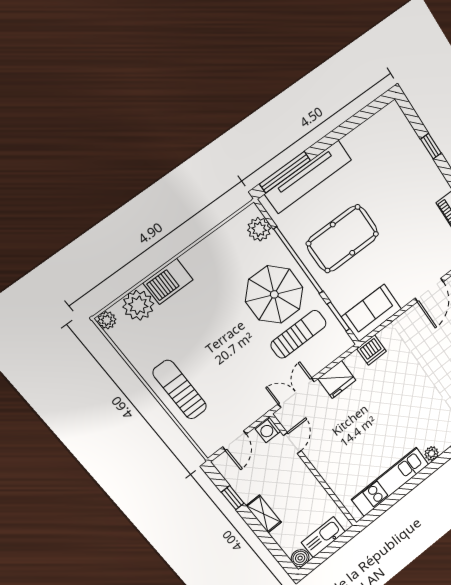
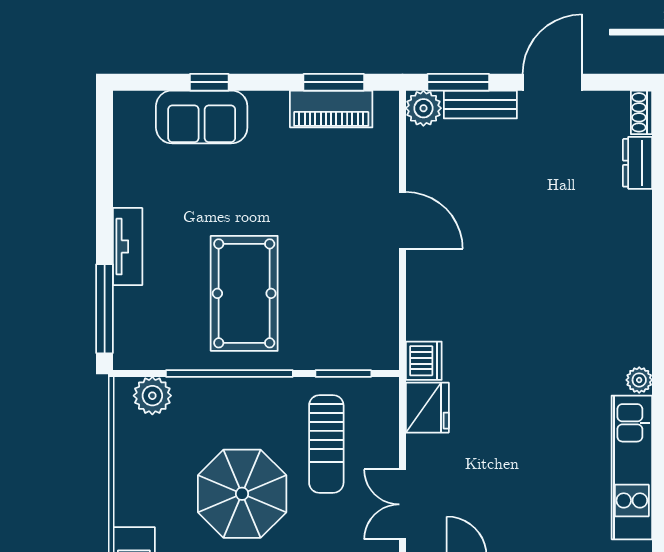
tv unit: (308, 177) -> (128, 247), width x0.52, depth x0.78
parasol: (274, 294) -> (242, 494), moved
sofa: (371, 313) -> (202, 117), moved, turned -90
sun lounger: (299, 334) -> (326, 444), turned 180
fridge: (337, 379) -> (427, 408), moved

